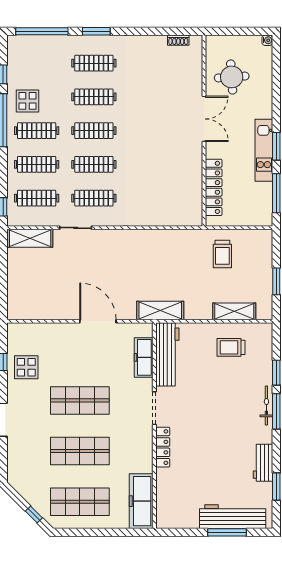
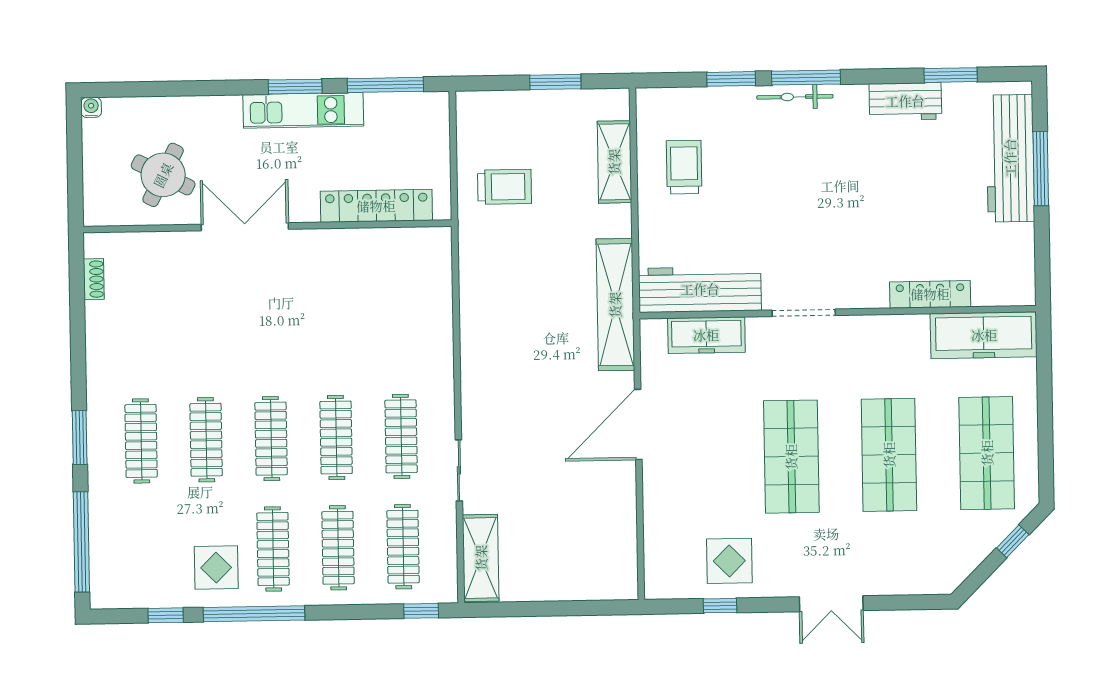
round table: (232, 77) -> (163, 175), turned 31
shelving: (160, 310) -> (615, 305), width x1.47
trolley: (231, 347) -> (684, 167), turned 180
locker: (163, 447) -> (930, 294), moved

